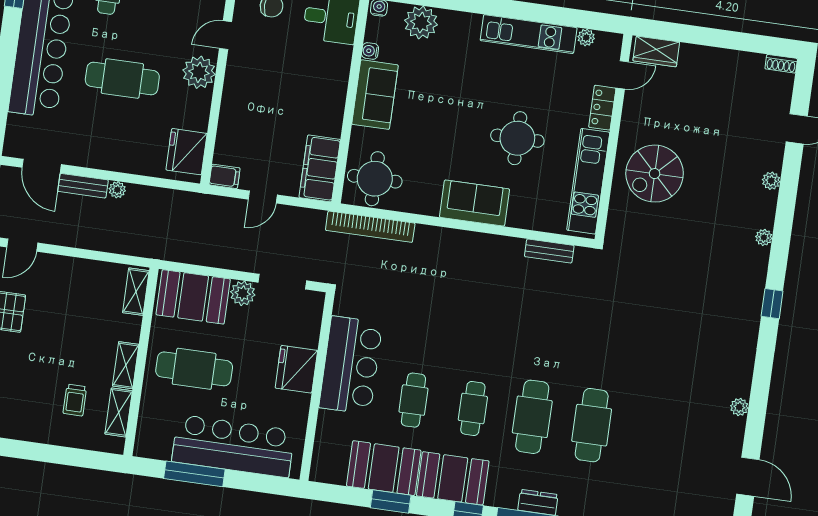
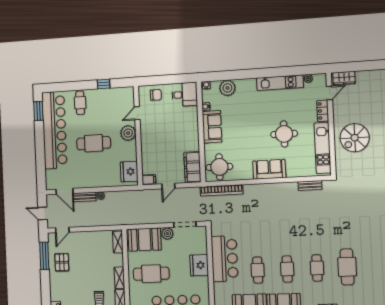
cafe table: (532, 417) -> (317, 268), width x0.73, depth x0.74

